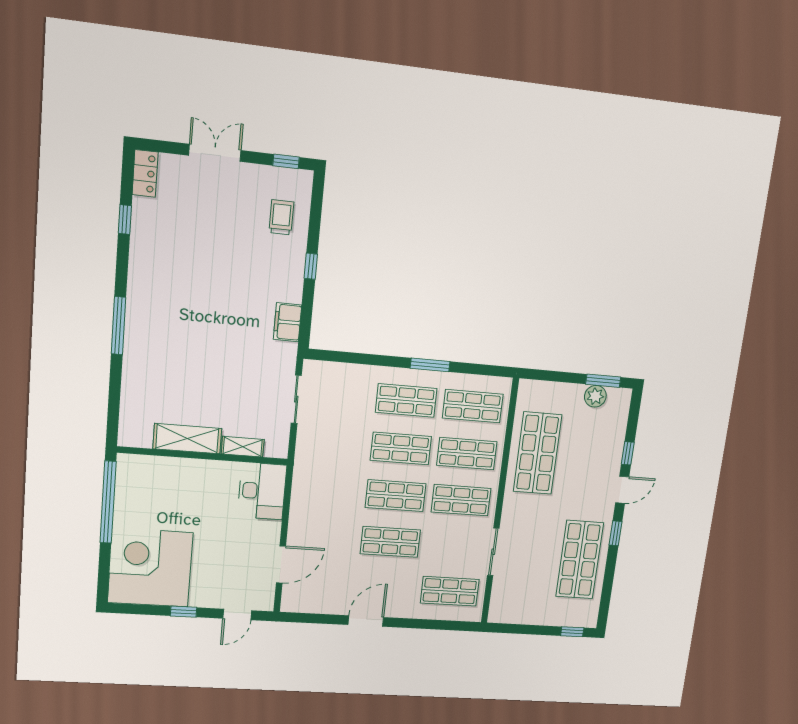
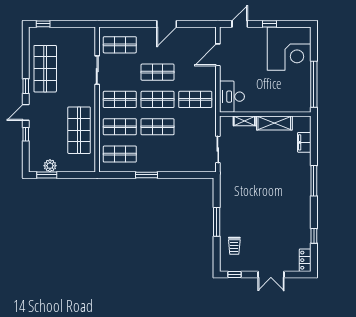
window: (311, 266) -> (217, 222), width x2.17
filing cabinet: (288, 322) -> (304, 142), moved, turned 180
shop shelf: (406, 400) -> (195, 99), moved

